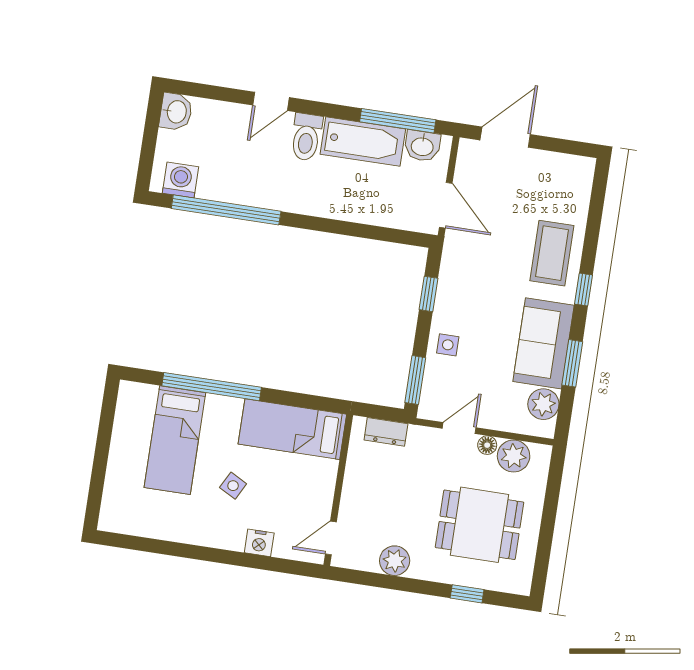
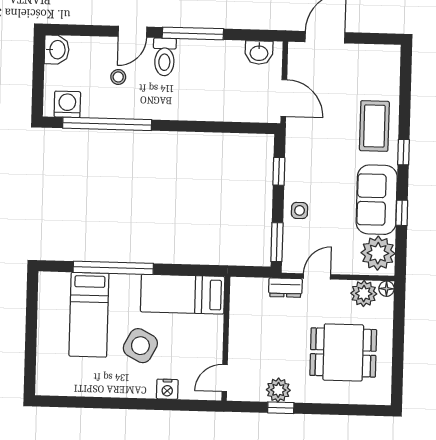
window: (398, 121) -> (193, 33), moved
bathtub: (363, 142) -> (211, 55), removed
stool: (247, 154) -> (118, 77), added
window: (572, 363) -> (402, 213), width x0.67
plant: (543, 404) -> (378, 253), width x1.36, depth x1.36
dresser: (386, 432) -> (285, 288), moved
floor lamp: (487, 445) -> (386, 289), moved
side table: (233, 486) -> (140, 346), width x1.87, depth x1.87
window: (467, 594) -> (281, 408), moved

